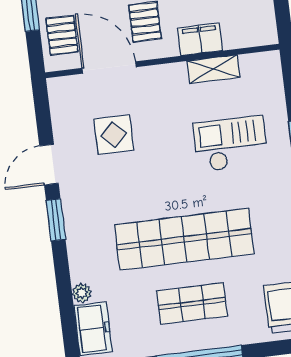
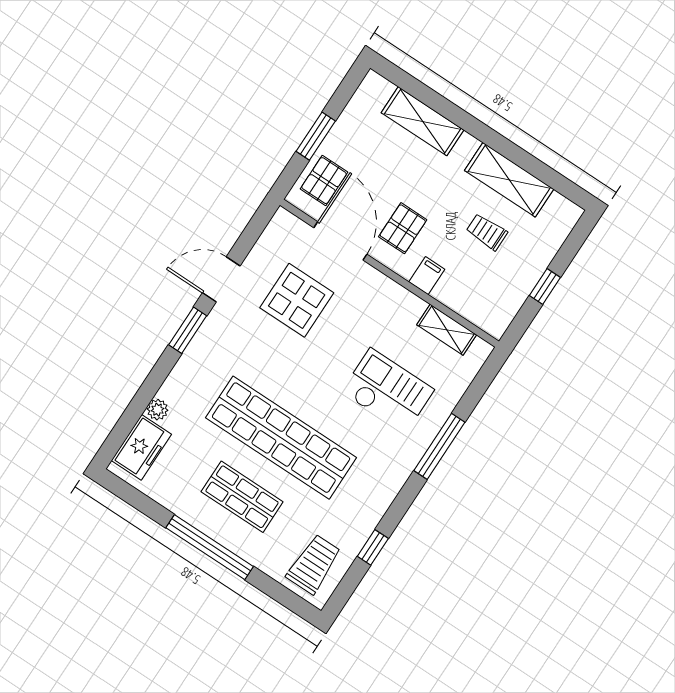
filing cabinet: (200, 39) -> (427, 276), width x0.50
shelving: (213, 69) -> (447, 330), moved
display table: (114, 135) -> (297, 300), width x1.36, depth x1.36

